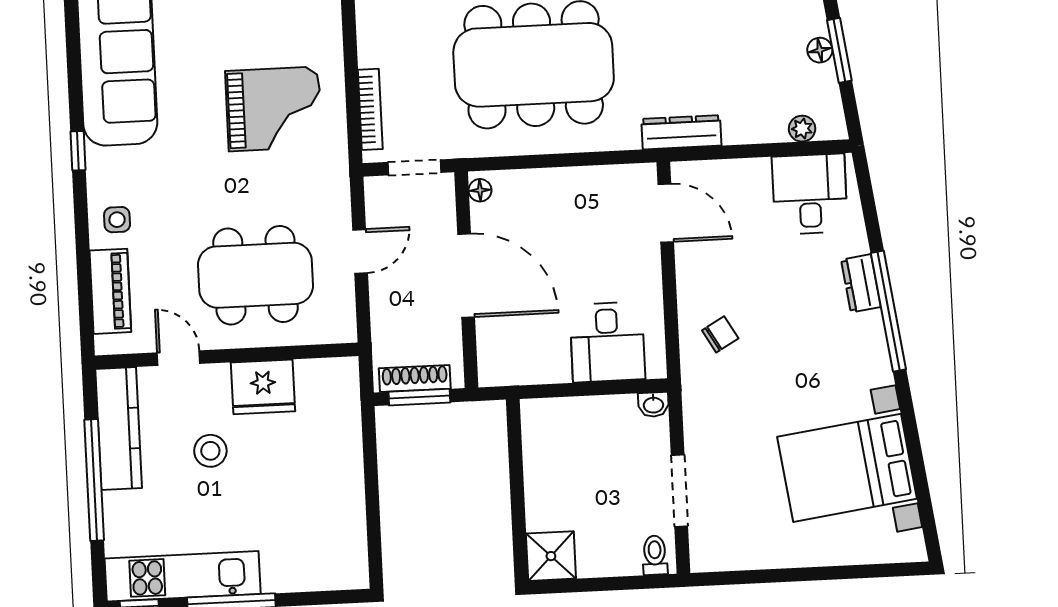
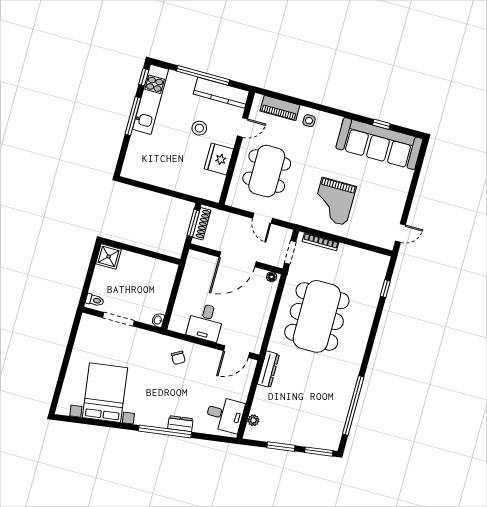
floor lamp: (820, 50) -> (284, 438), removed
window: (78, 151) -> (381, 124), moved
desk: (607, 342) -> (206, 322), moved, turned -90

